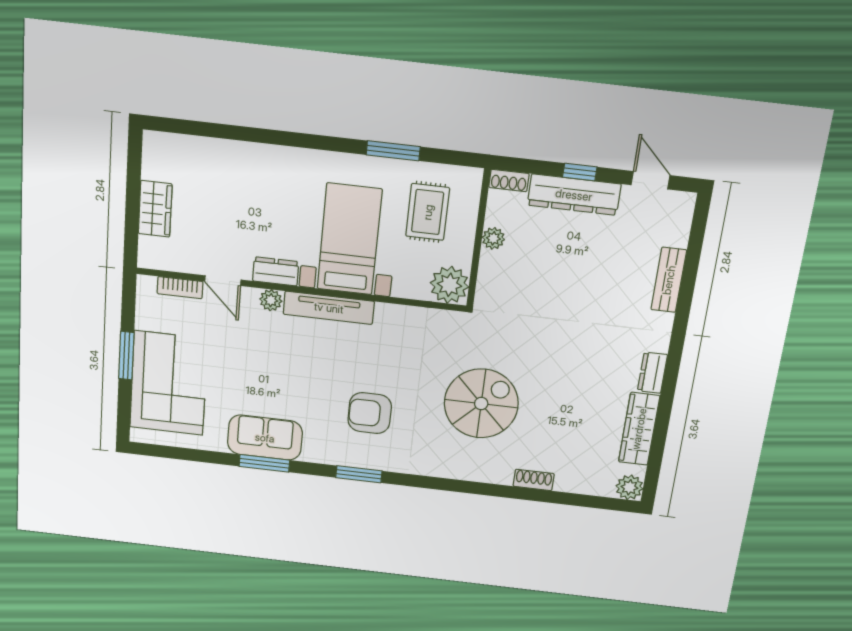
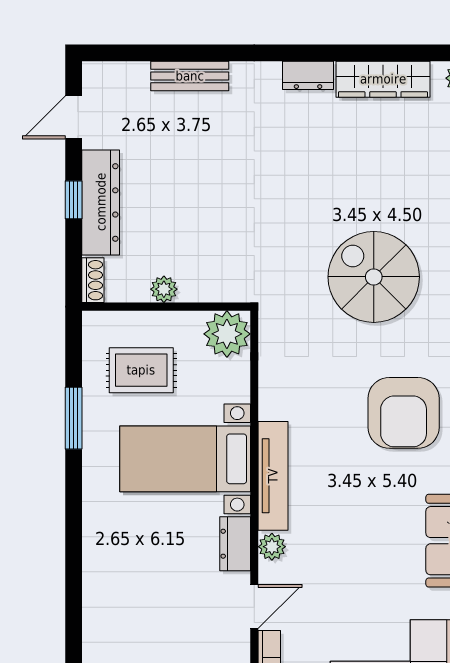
armchair: (370, 413) -> (404, 413), width x1.36, depth x1.36

